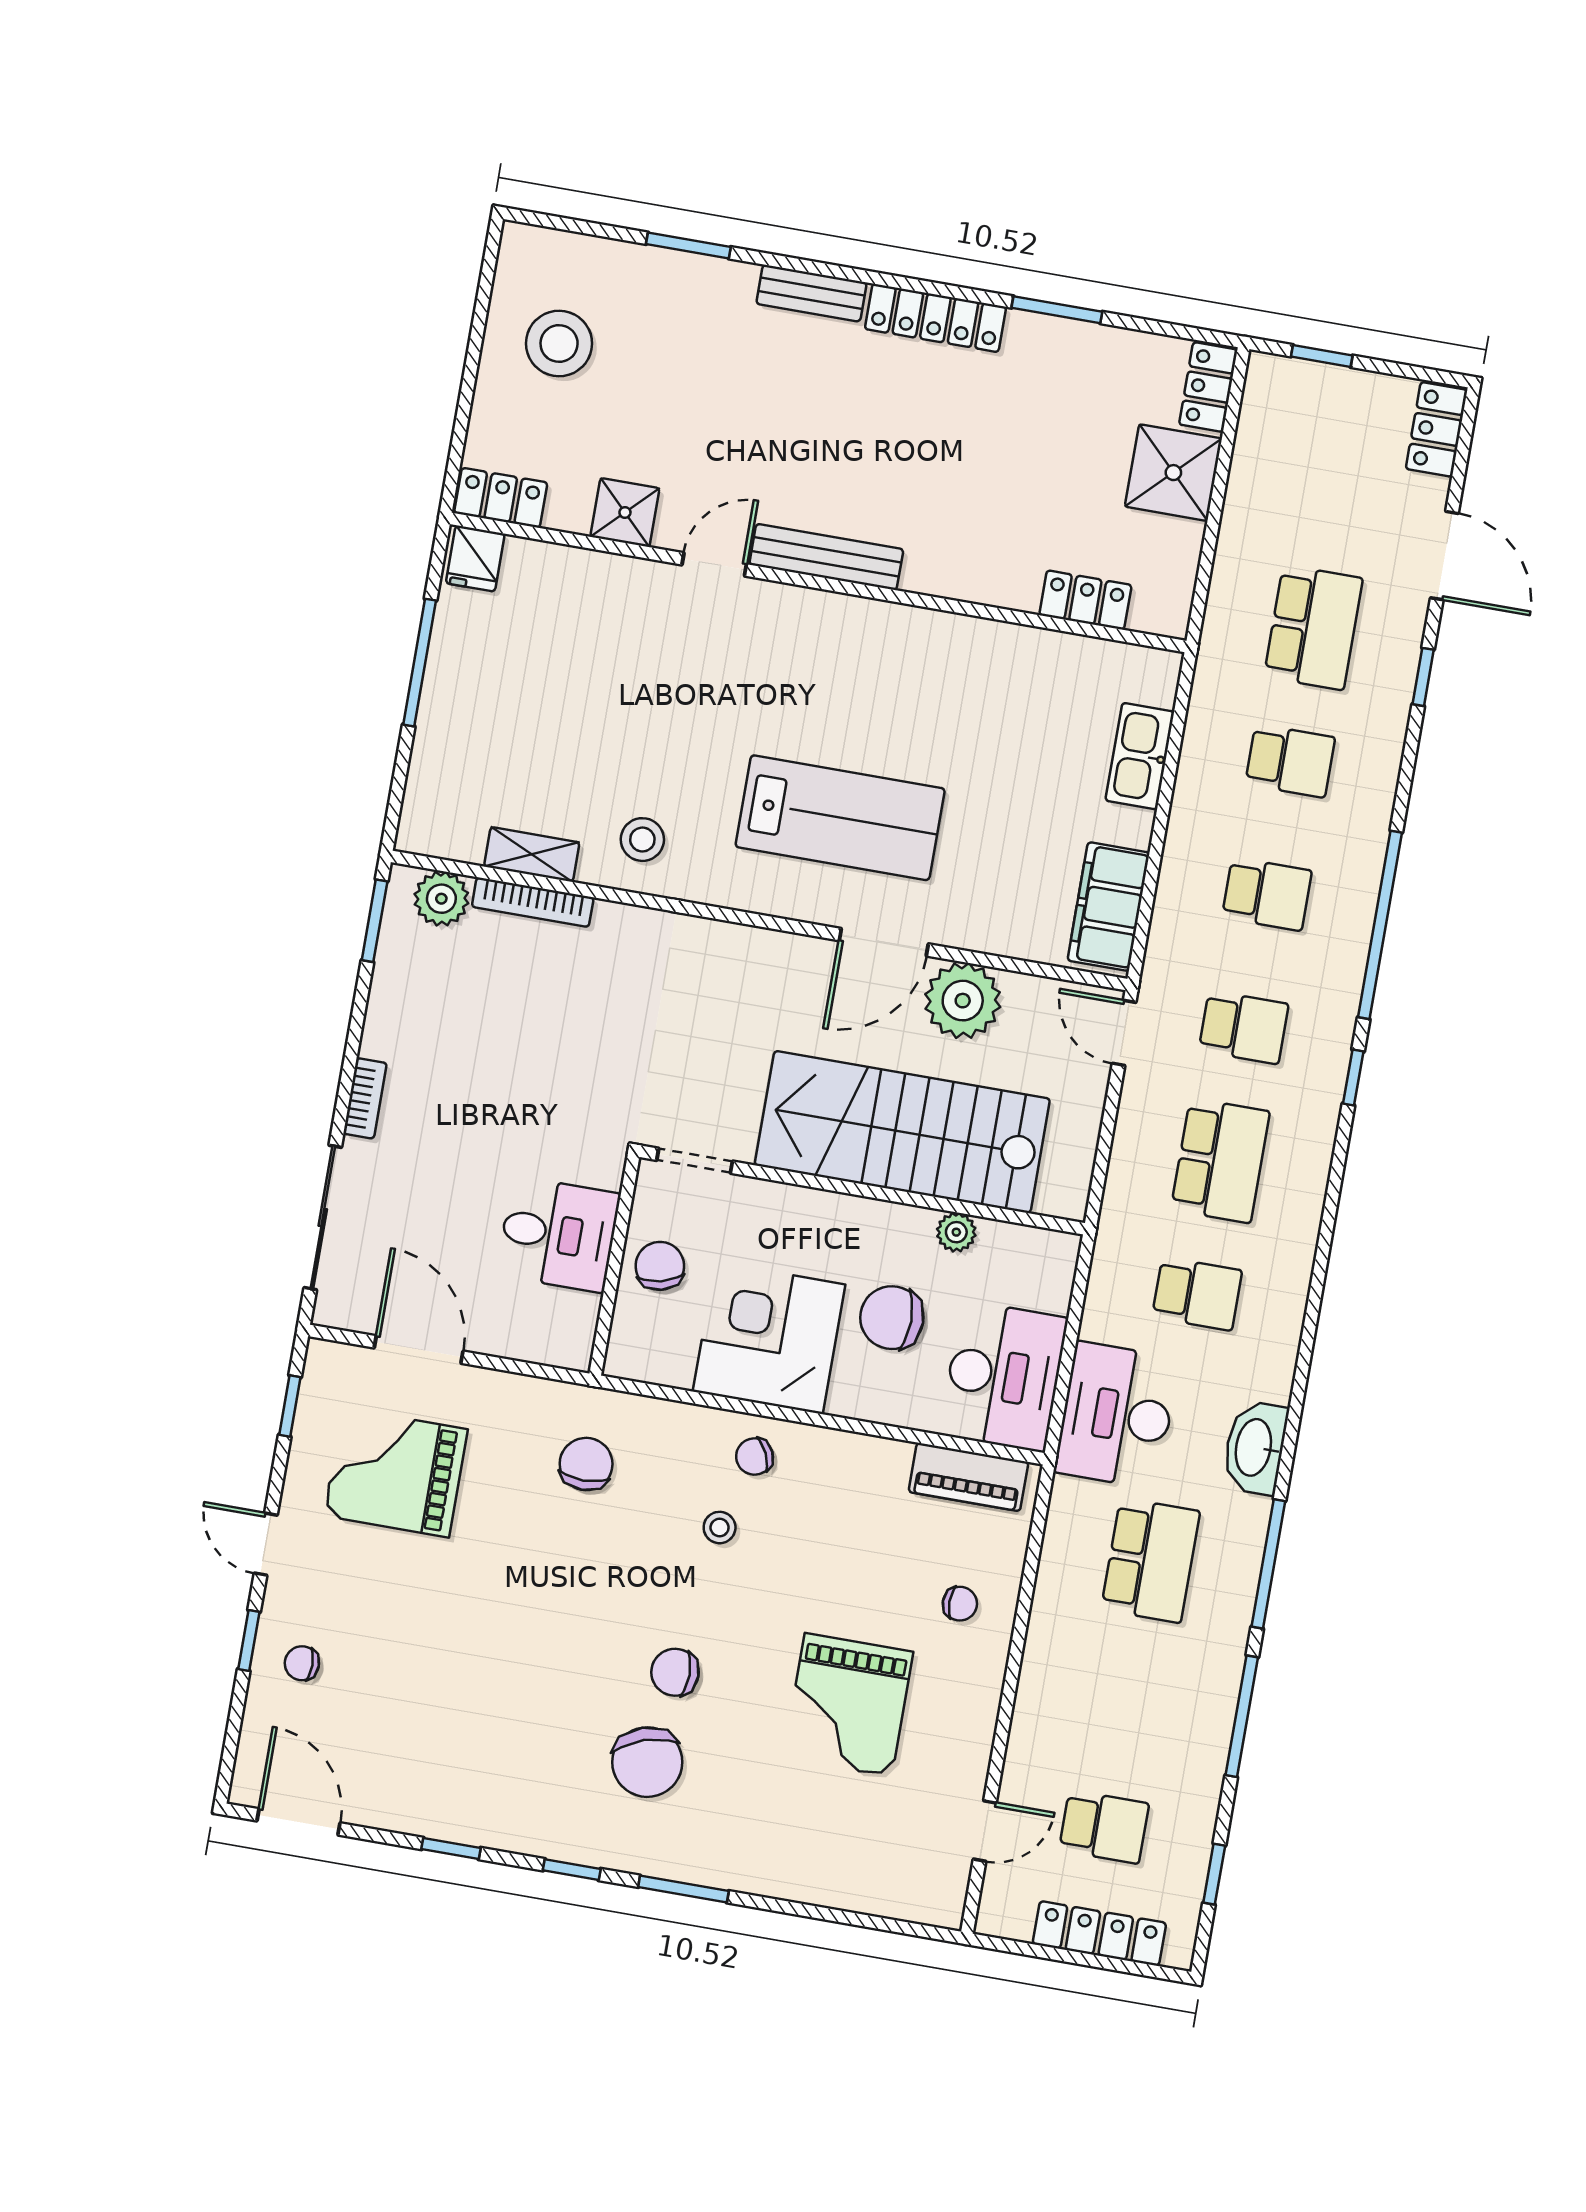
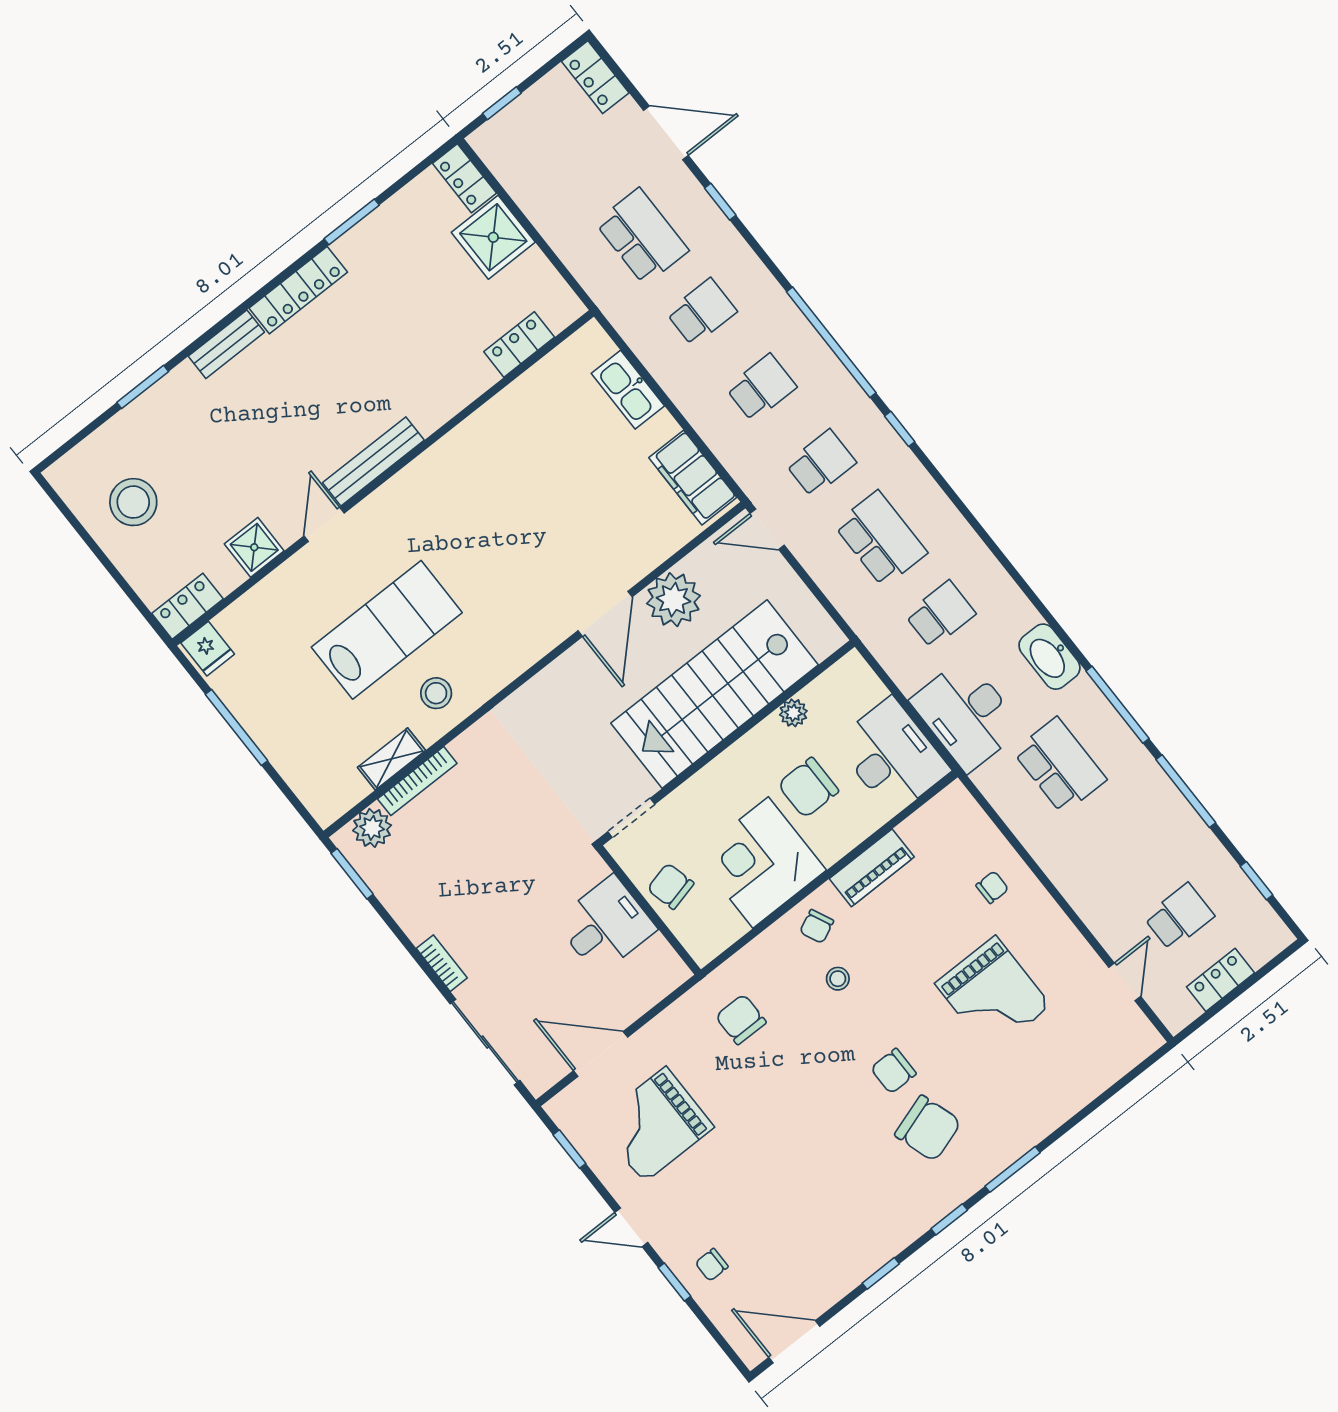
lab bench: (840, 818) -> (387, 630), moved
piano: (968, 1477) -> (872, 868), moved
locker: (1099, 1933) -> (1221, 980), width x0.66

